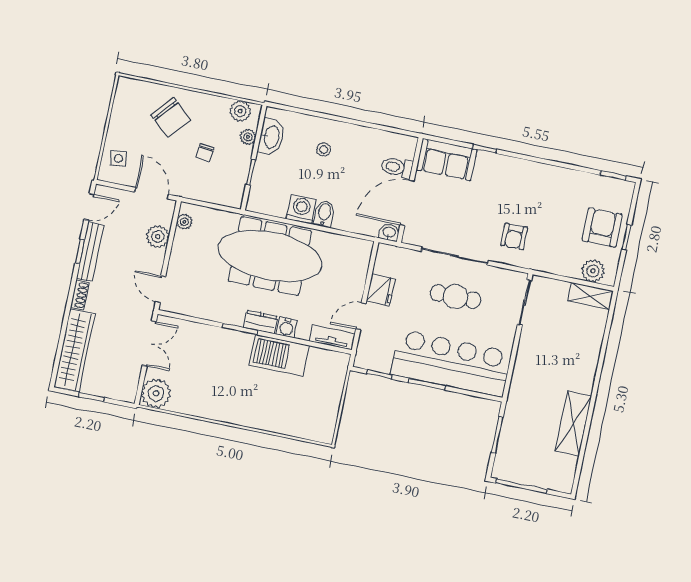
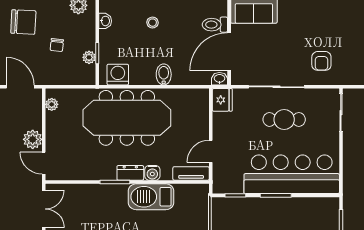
chair: (171, 117) -> (23, 22), turned -38
plant: (248, 137) -> (89, 57), moved
washbasin: (271, 137) -> (105, 21), width x0.52, depth x0.69
washing machine: (301, 209) -> (118, 75), moved
plant: (158, 236) -> (33, 139), moved
fridge: (381, 290) -> (222, 100), moved

